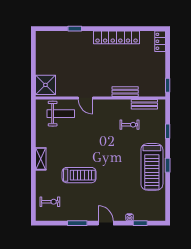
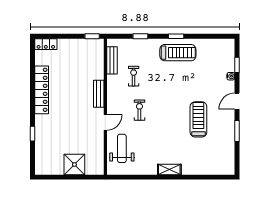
shower: (45, 85) -> (74, 165), moved
bench: (125, 92) -> (99, 94), moved
treadmill: (152, 167) -> (178, 53), width x0.73, depth x0.73
treadmill: (79, 175) -> (198, 119), moved
exercise bike: (50, 202) -> (139, 110), moved

